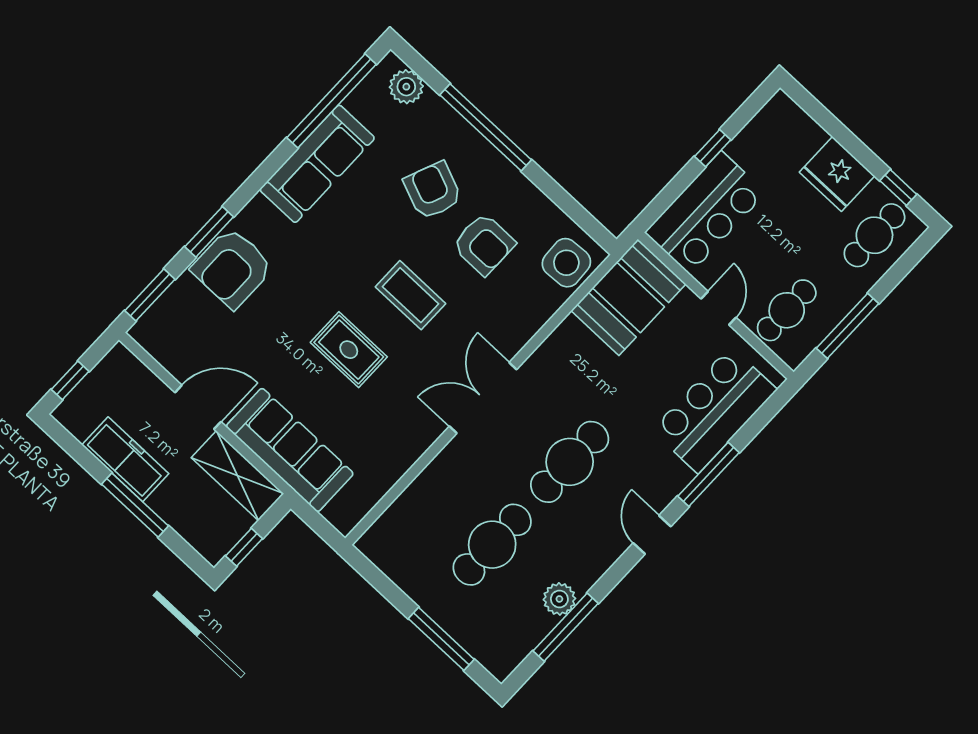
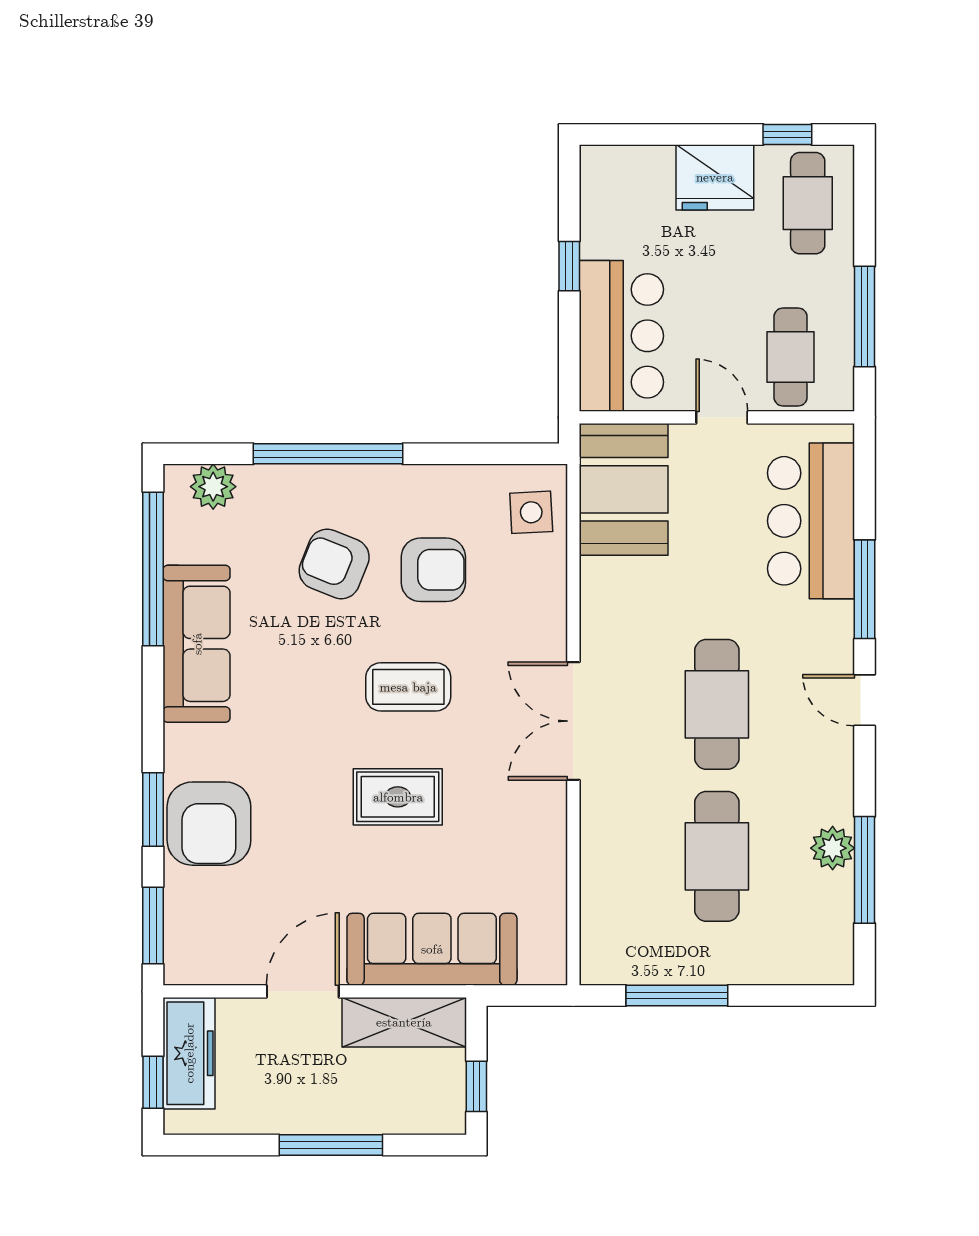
side table: (566, 263) -> (531, 512), width x0.73, depth x0.73
freezer: (125, 459) -> (189, 1053), moved, turned 90
window: (441, 639) -> (677, 995), moved

